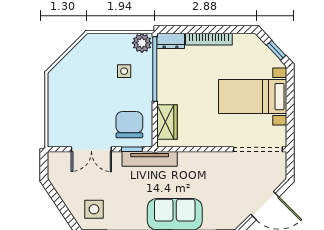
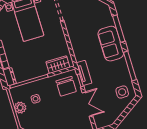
plant: (142, 43) -> (20, 108), moved
chair: (129, 125) -> (66, 86), turned -90
tv unit: (150, 159) -> (84, 73), width x0.71

